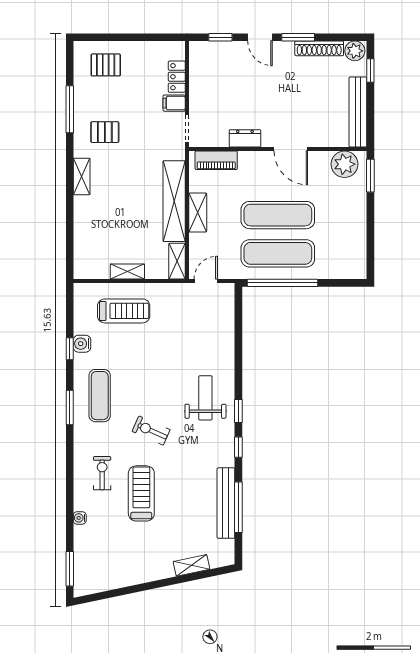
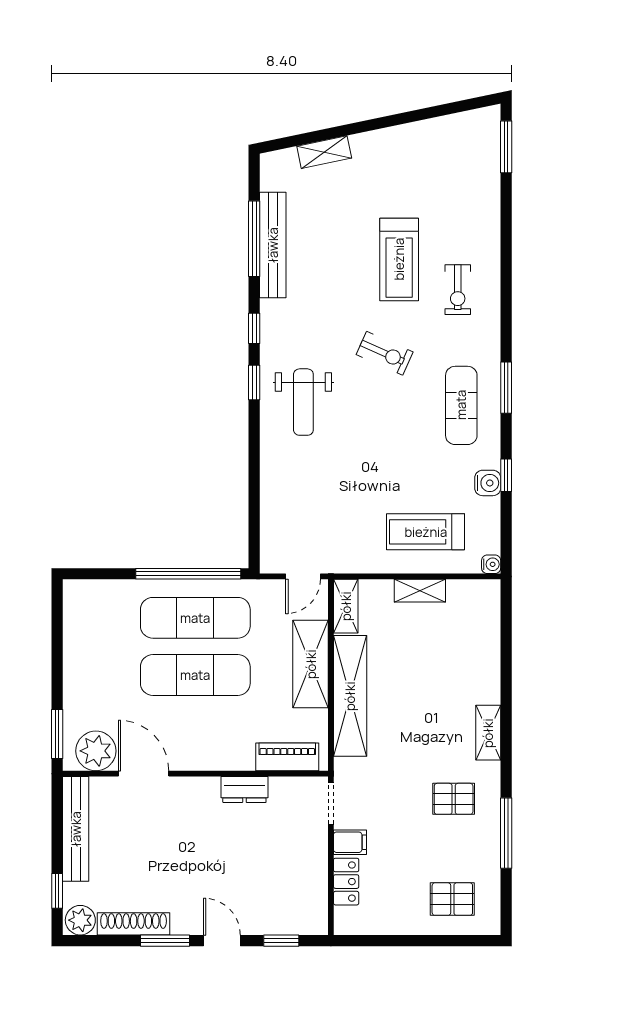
door: (291, 149) -> (144, 774), moved
shelving: (198, 213) -> (311, 664), width x1.50, depth x1.33
water cooler: (80, 518) -> (491, 564), moved

